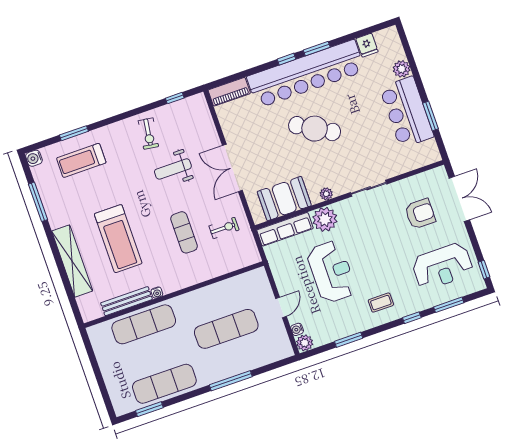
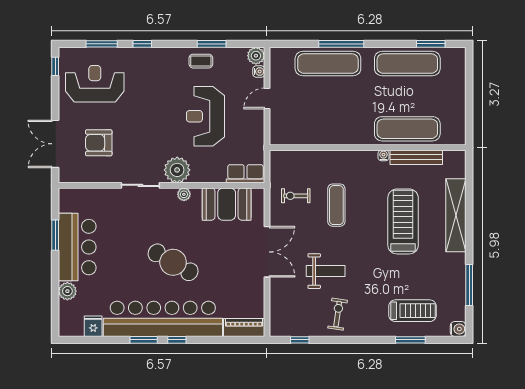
plant: (325, 219) -> (177, 170), moved
row of seats: (285, 229) -> (245, 174), width x0.68
coffee table: (381, 303) -> (201, 61), moved
exercise mat: (226, 329) -> (328, 64), moved

